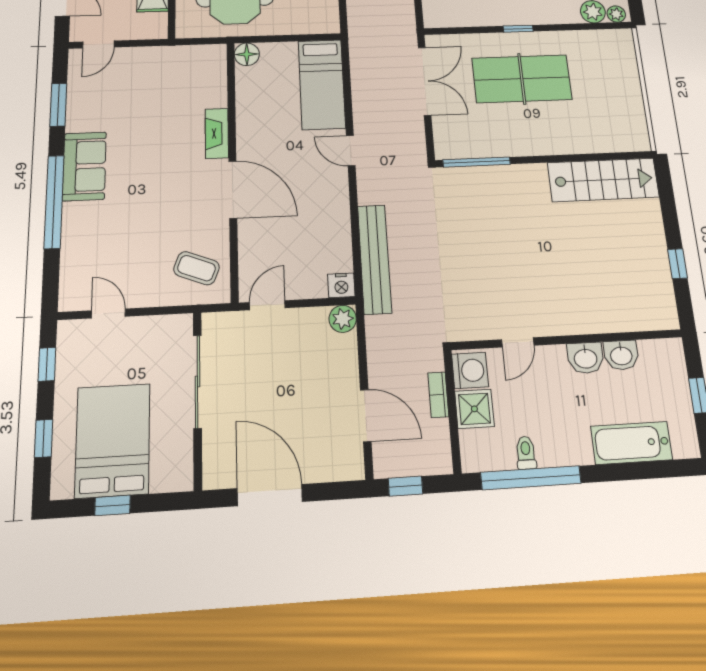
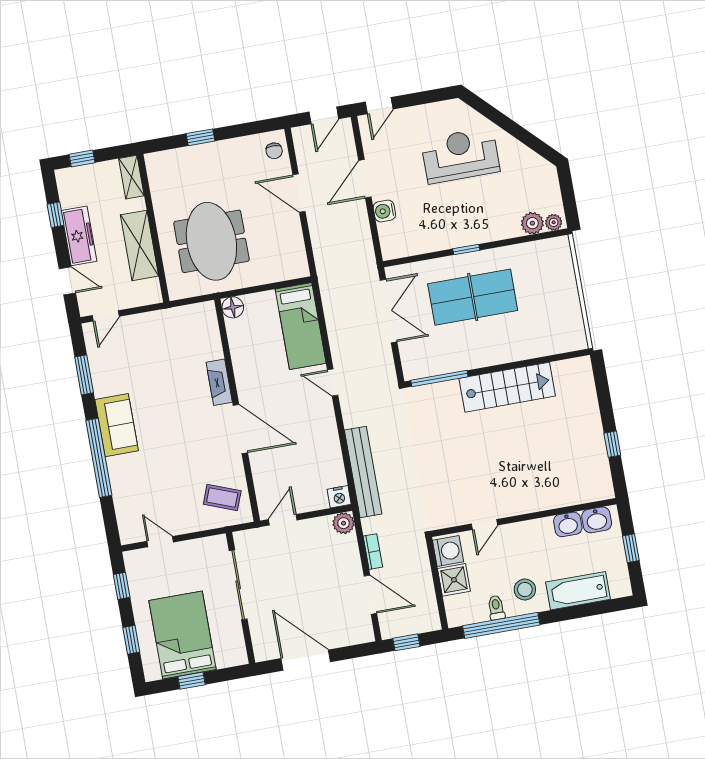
stairs: (603, 180) -> (507, 387), moved
washbasin: (585, 358) -> (597, 520), moved
bookcase: (438, 395) -> (373, 552), moved, turned 180
stool: (564, 433) -> (525, 590), added

